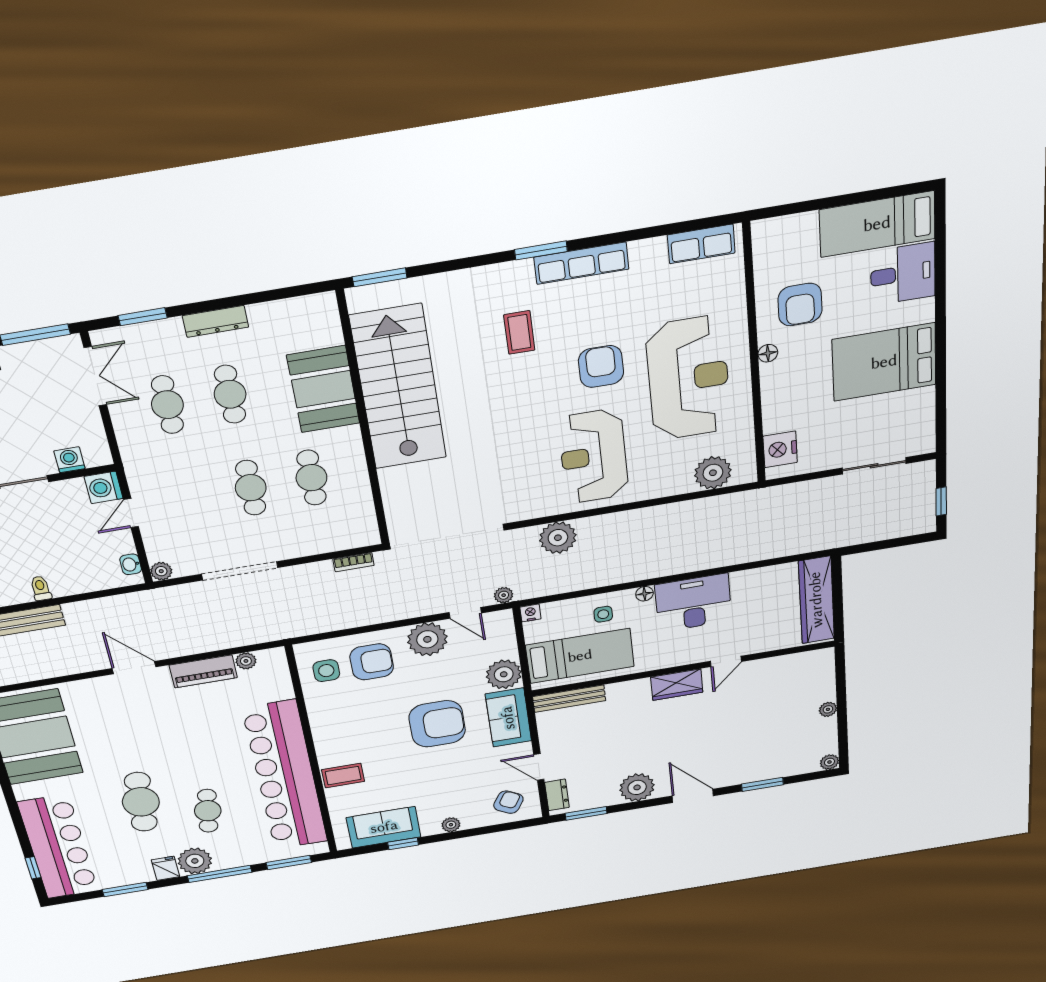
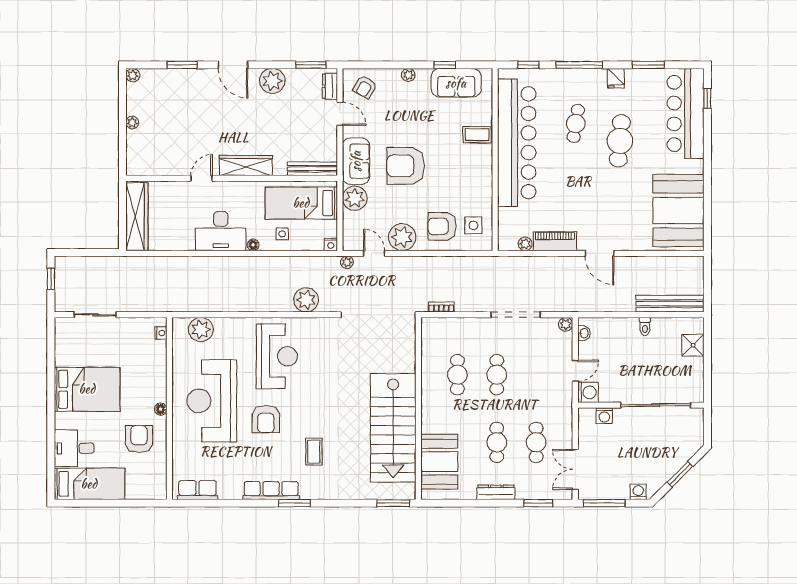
booth: (323, 389) -> (439, 462), moved
nightstand: (780, 449) -> (161, 333), width x0.53, depth x0.56
wardrobe: (677, 685) -> (246, 166), width x1.50
plant: (195, 861) -> (594, 80), removed
window: (289, 862) -> (528, 65), width x0.67

